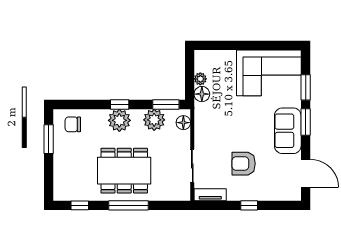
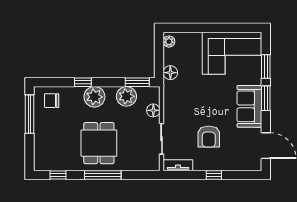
plant: (200, 79) -> (169, 42), moved
window: (120, 104) -> (83, 82), moved
floor lamp: (183, 123) -> (153, 110), moved
window: (49, 139) -> (29, 114), width x1.44
armchair: (244, 164) -> (209, 137), turned -90
dining table: (124, 171) -> (99, 143), width x0.73

